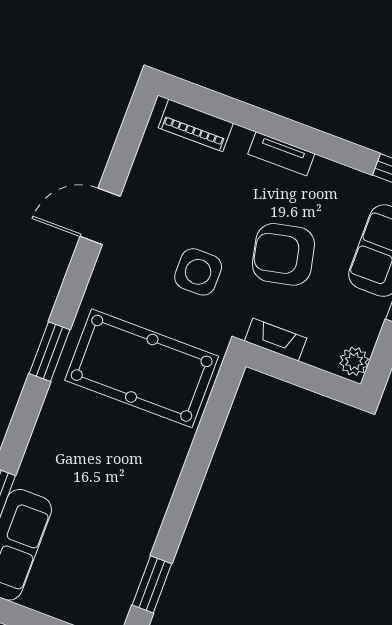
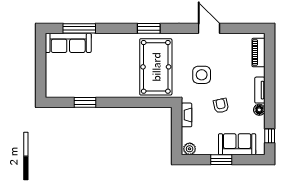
floor lamp: (325, 172) -> (259, 110), added
armchair: (283, 254) -> (221, 106), width x0.53, depth x0.53
window: (152, 584) -> (85, 102), moved

